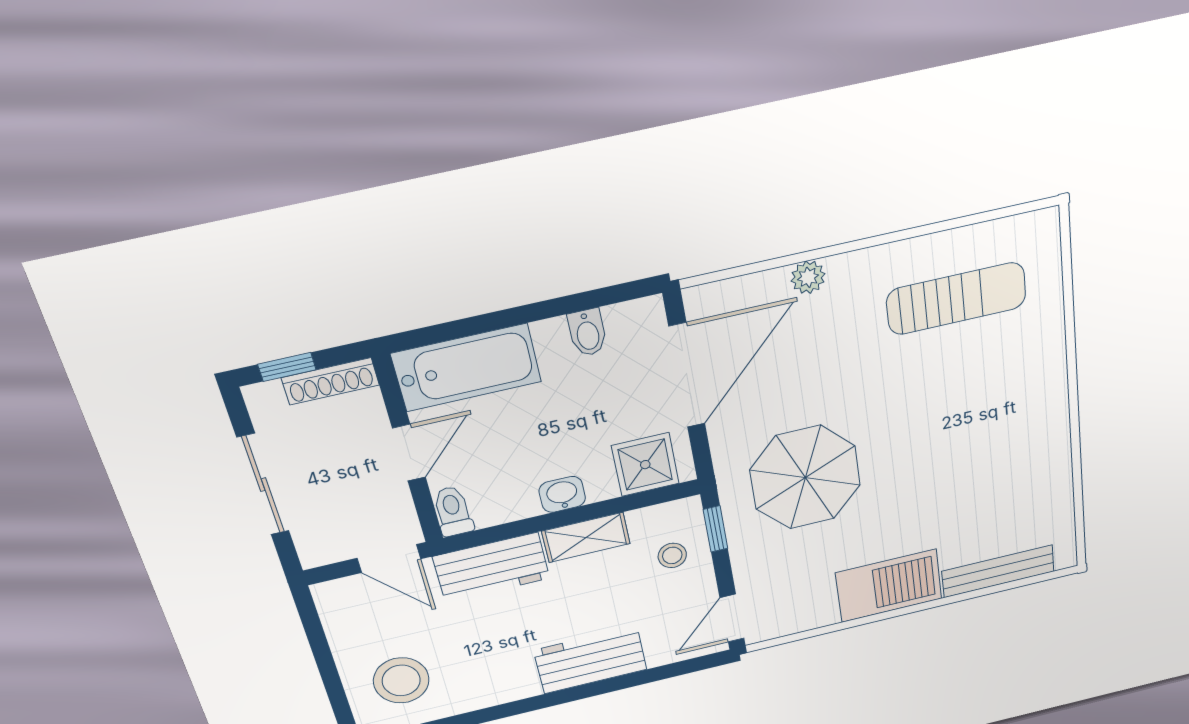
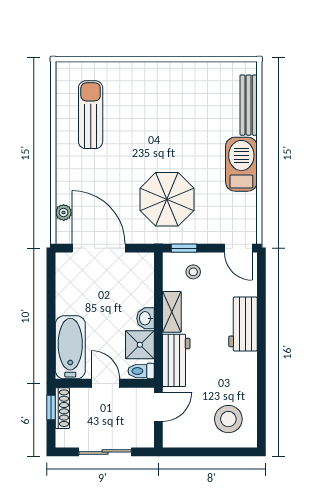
plant: (808, 277) -> (64, 212), moved
bidet: (587, 333) -> (66, 290), removed
window: (287, 367) -> (51, 407), moved
shower: (645, 465) -> (140, 345), moved

